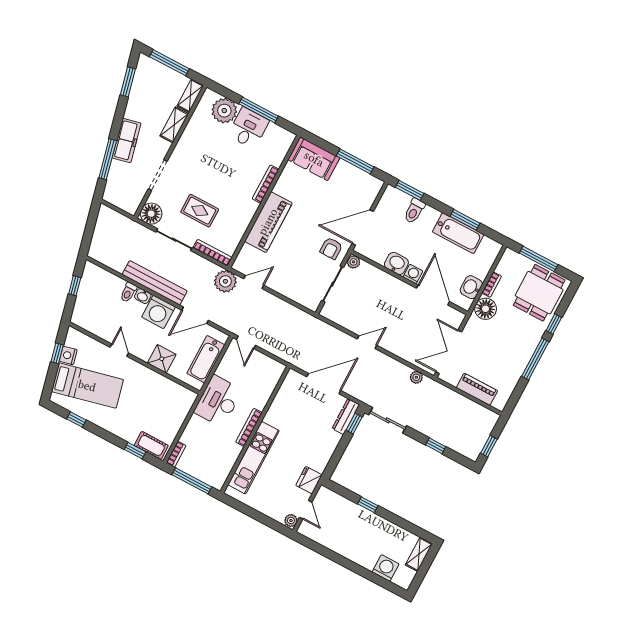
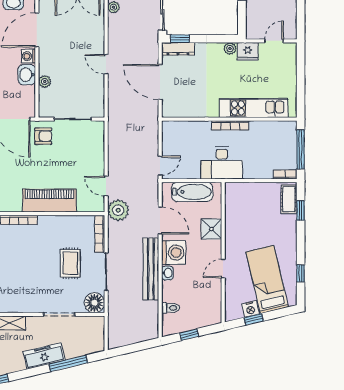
plant: (354, 262) -> (45, 82), moved
toilet: (128, 292) -> (171, 308), moved
plant: (291, 520) -> (230, 49), moved

